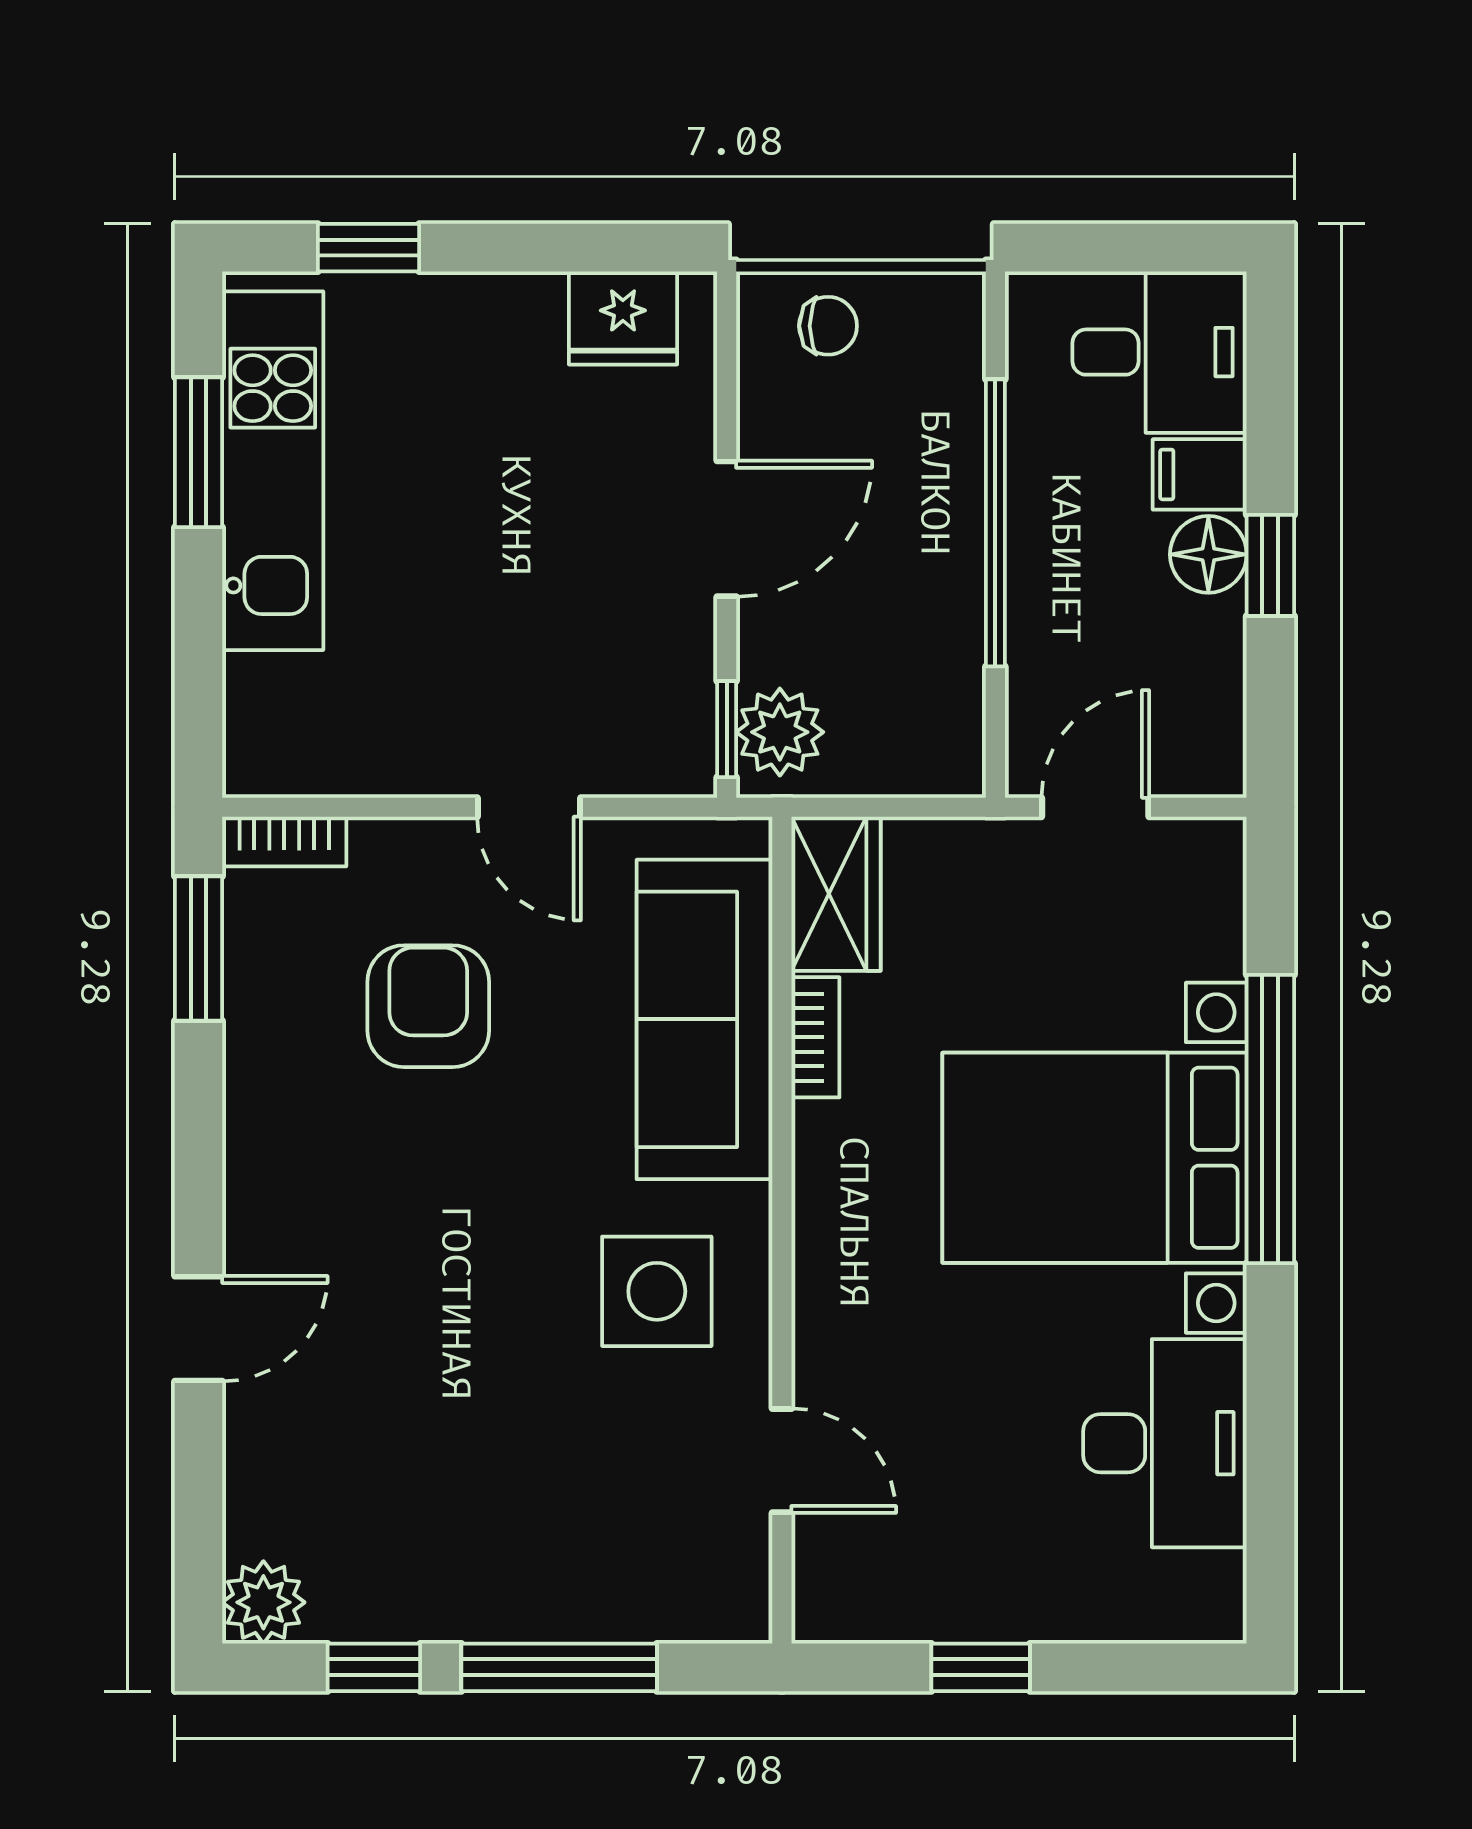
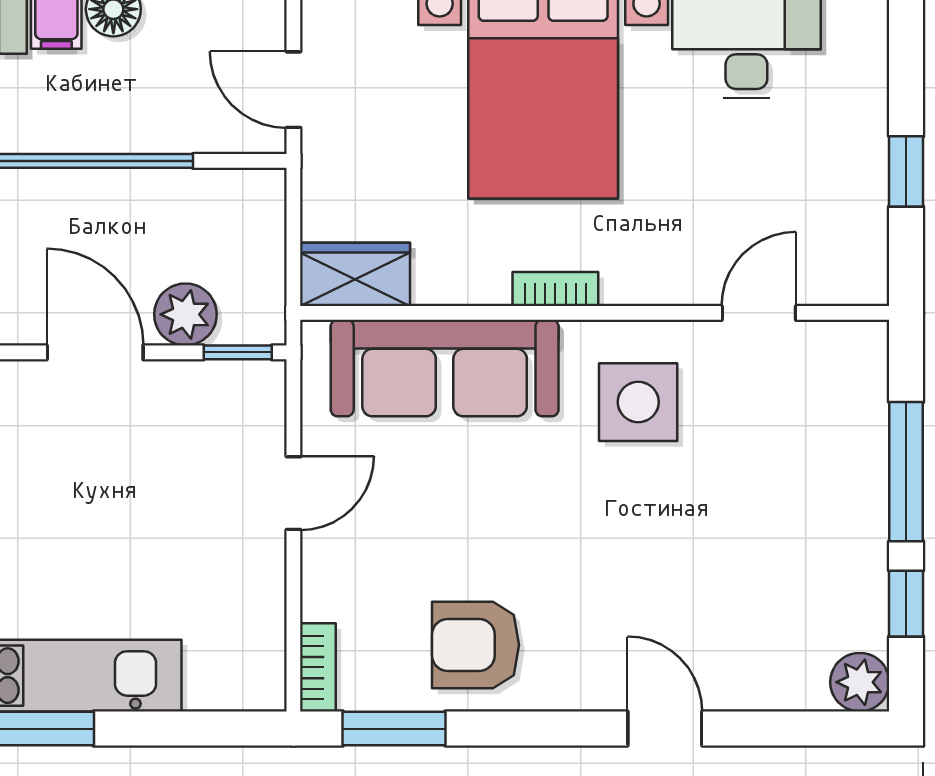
plant: (780, 732) -> (185, 314), moved
armchair: (428, 1006) -> (476, 645), moved
bookcase: (815, 1037) -> (555, 289), moved

